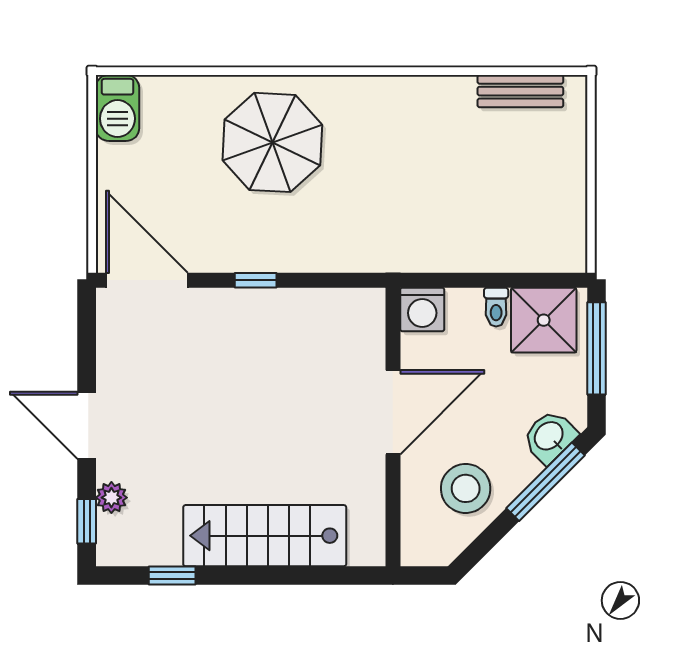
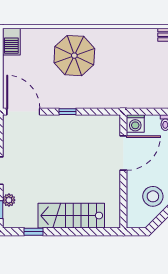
door: (393, 412) -> (123, 153), moved

